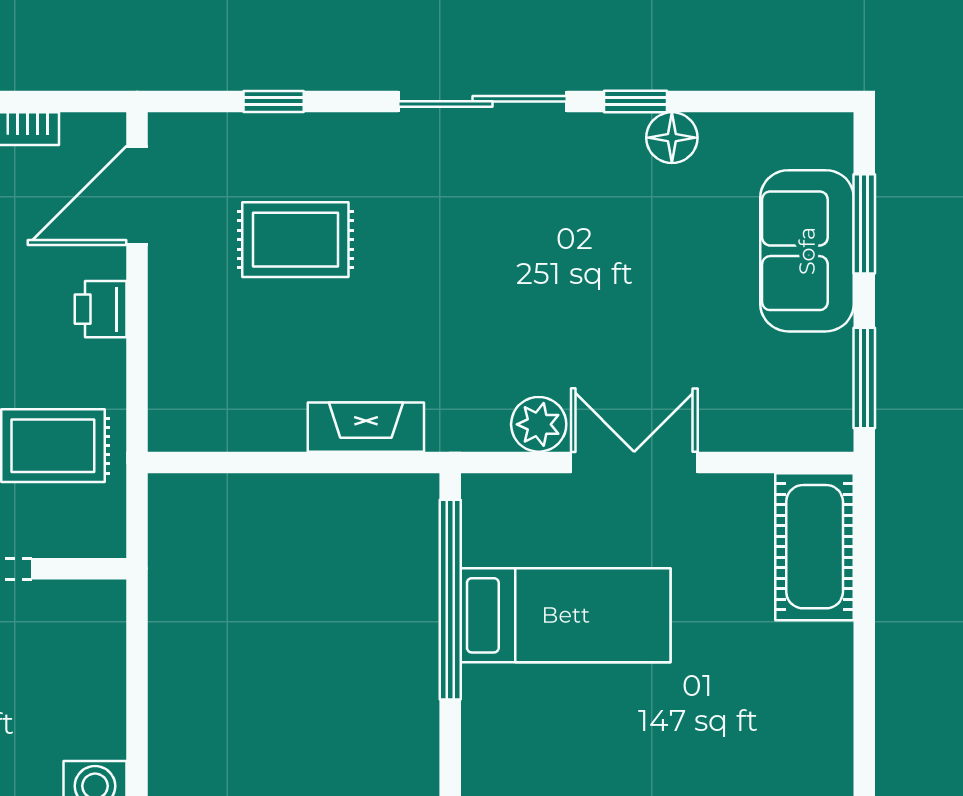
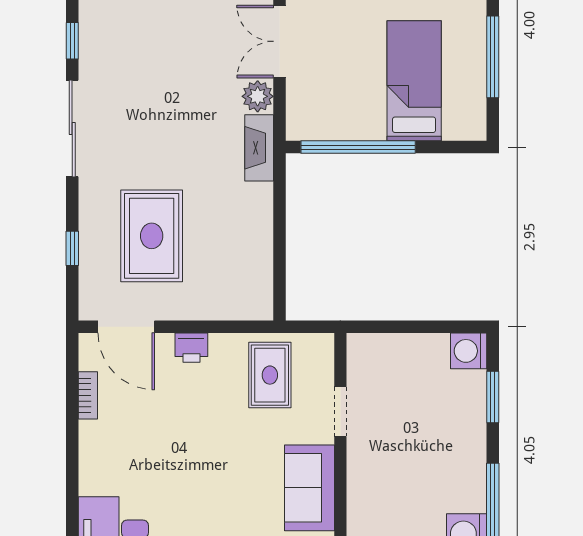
floor lamp: (672, 138) -> (93, 20), removed
rug: (295, 240) -> (152, 236), width x1.36, depth x1.43
fireplace: (366, 427) -> (259, 148), moved
bed: (566, 615) -> (414, 81), moved

